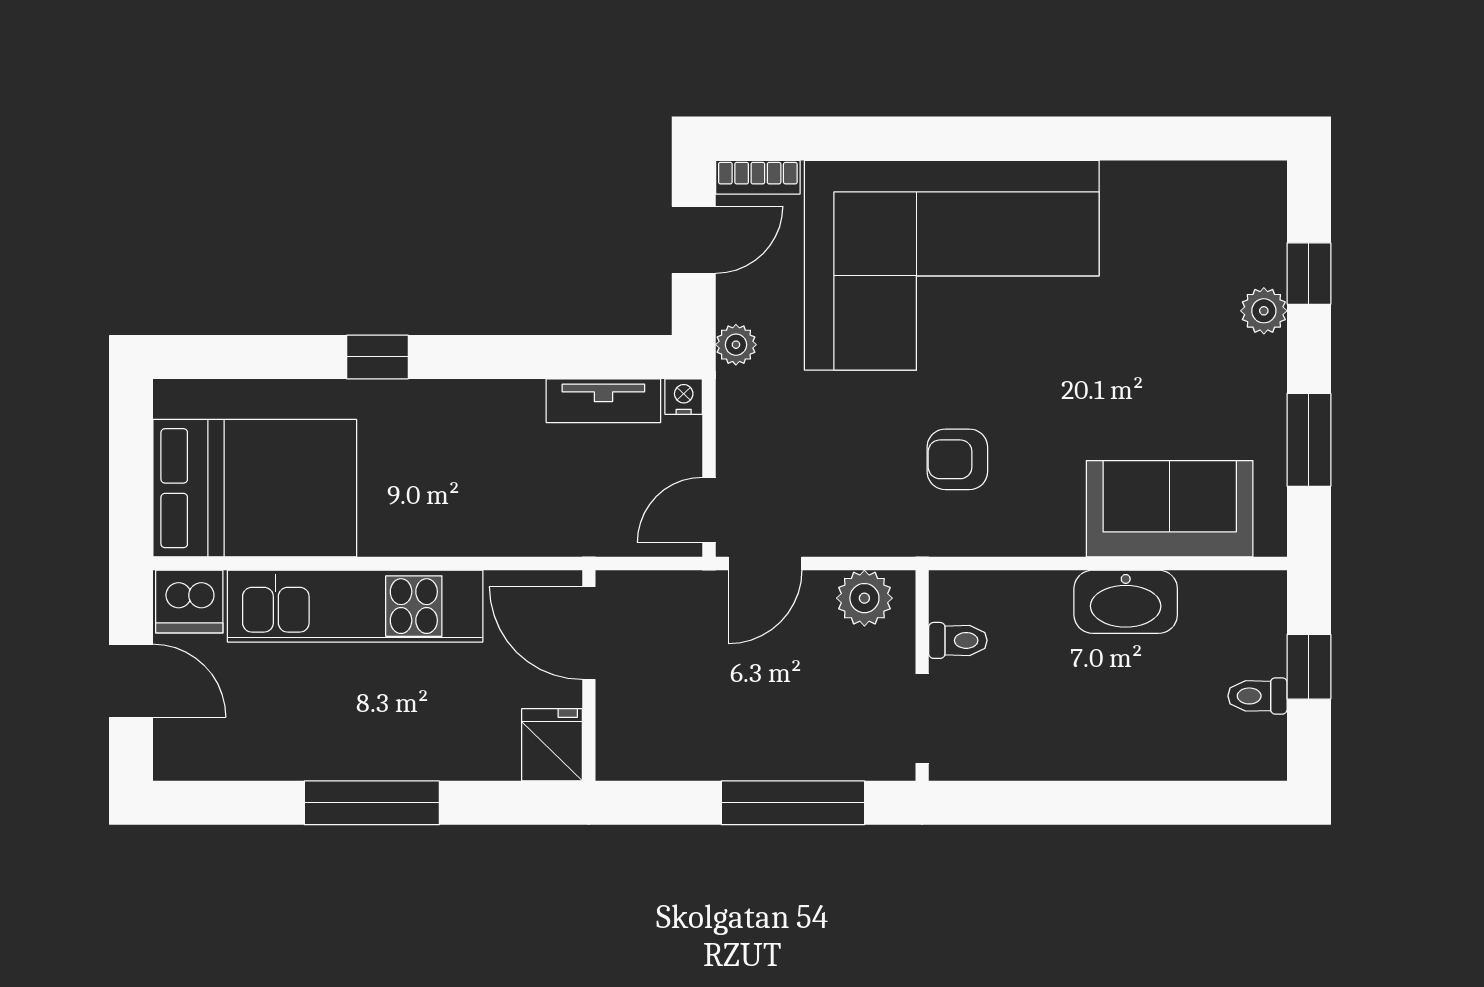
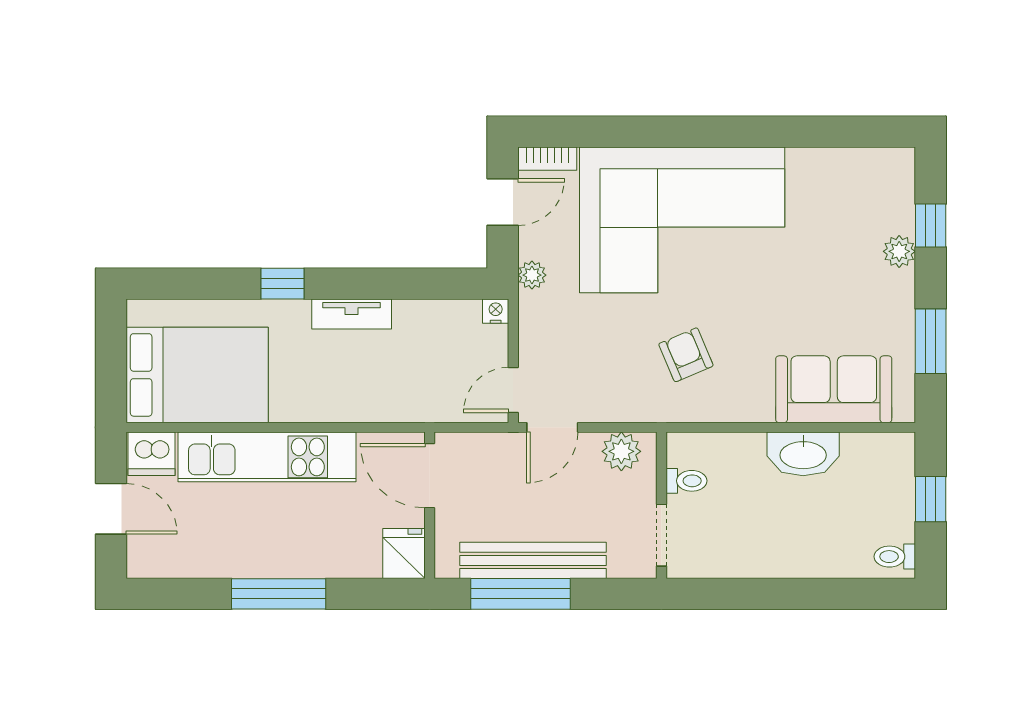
tv unit: (603, 401) -> (352, 314), moved
armchair: (957, 459) -> (686, 355), turned 67
toilet: (1257, 696) -> (895, 557), moved
bench: (737, 755) -> (533, 560), added
window: (793, 803) -> (521, 594), moved

